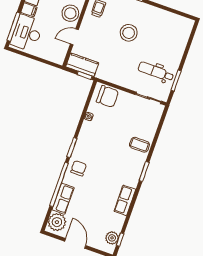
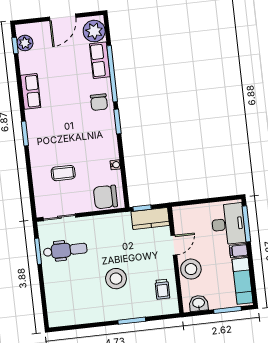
coffee table: (139, 145) -> (63, 173), moved
door: (75, 243) -> (63, 17), hinge flipped

